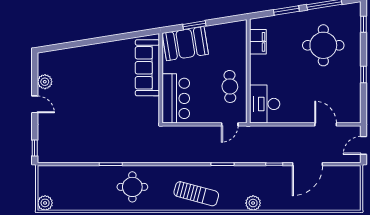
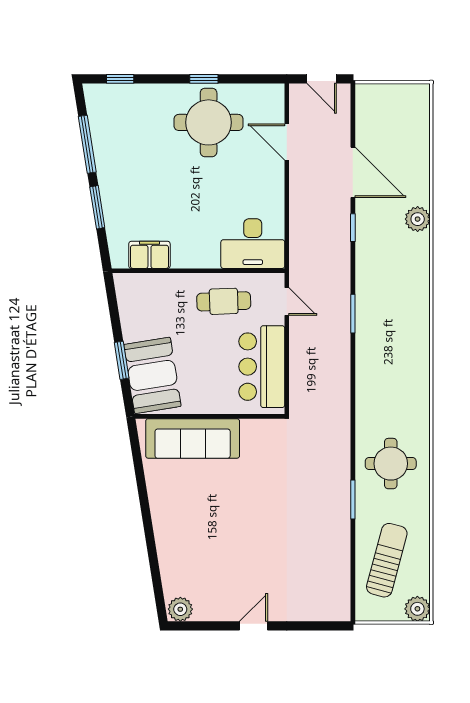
round table: (323, 45) -> (209, 122), moved
plant: (45, 82) -> (180, 609), moved
bar counter: (176, 98) -> (262, 367), moved, turned -90
door: (326, 124) -> (287, 142), hinge flipped
window: (35, 148) -> (326, 626), removed
sun lounger: (196, 194) -> (387, 560), moved
plant: (253, 203) -> (418, 219), moved

